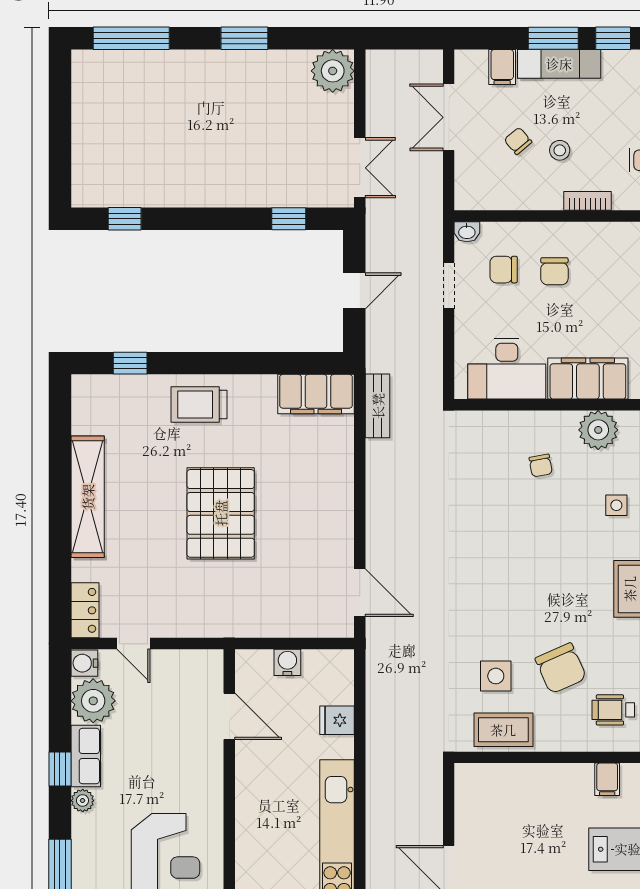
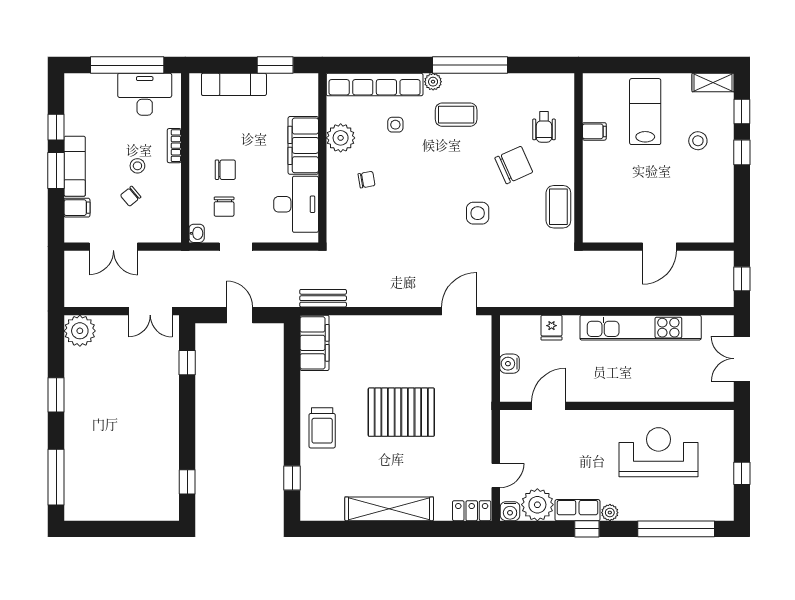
double door: (360, 168) -> (150, 311), swing flipped
side table: (496, 676) -> (478, 213), moved

